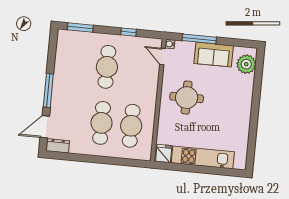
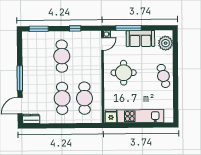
door: (163, 57) -> (102, 44), swing flipped
cafe table: (239, 107) -> (163, 76), added

